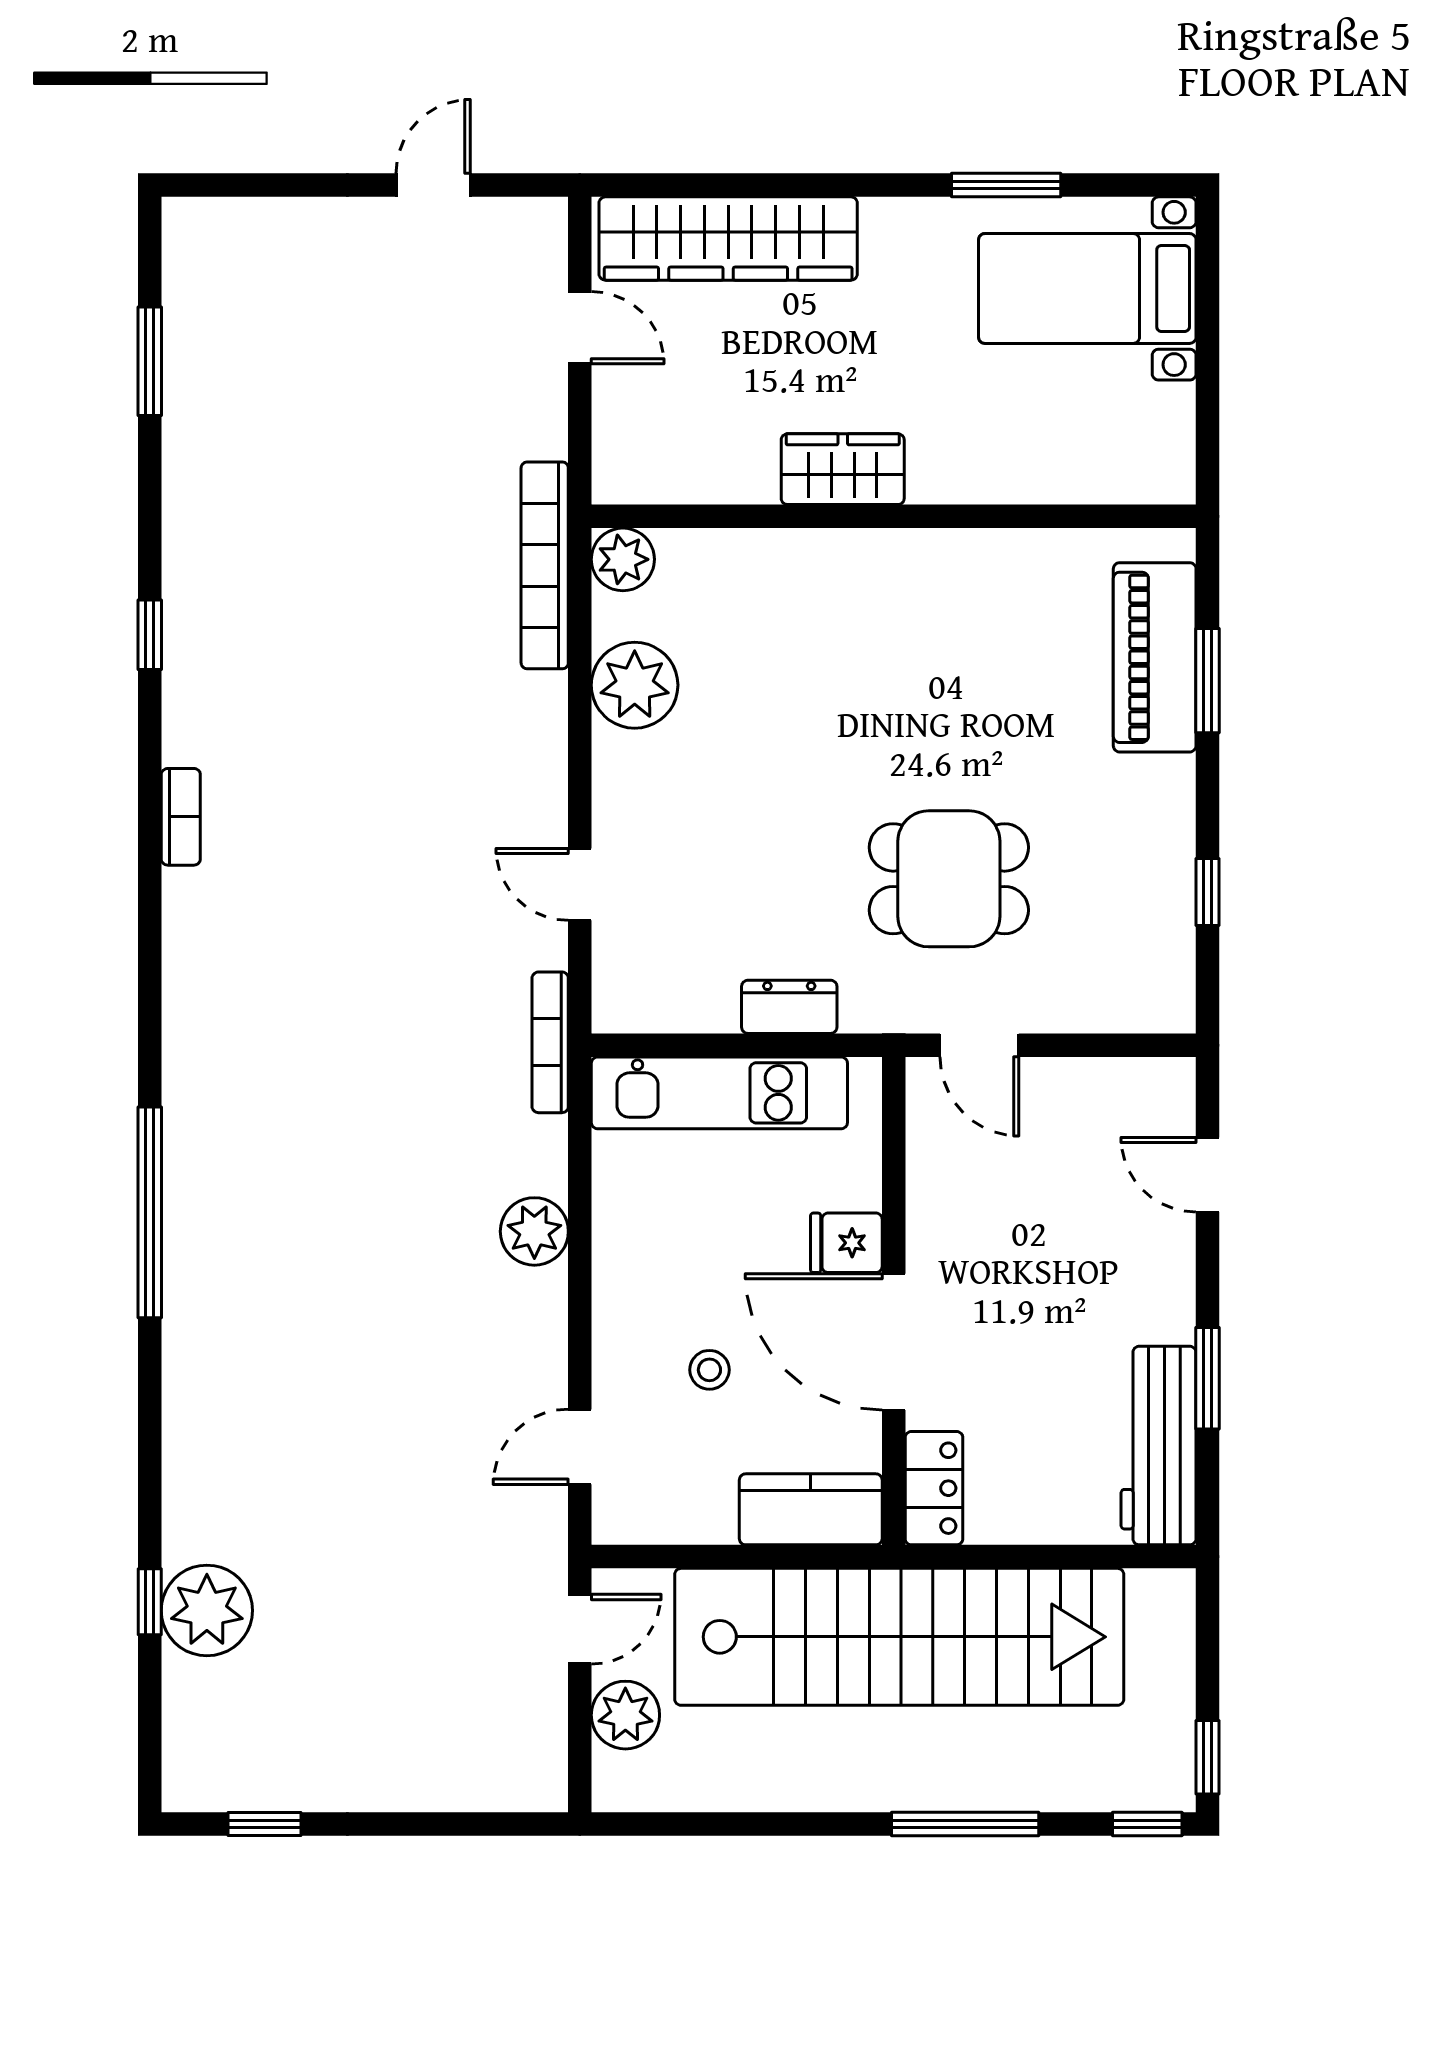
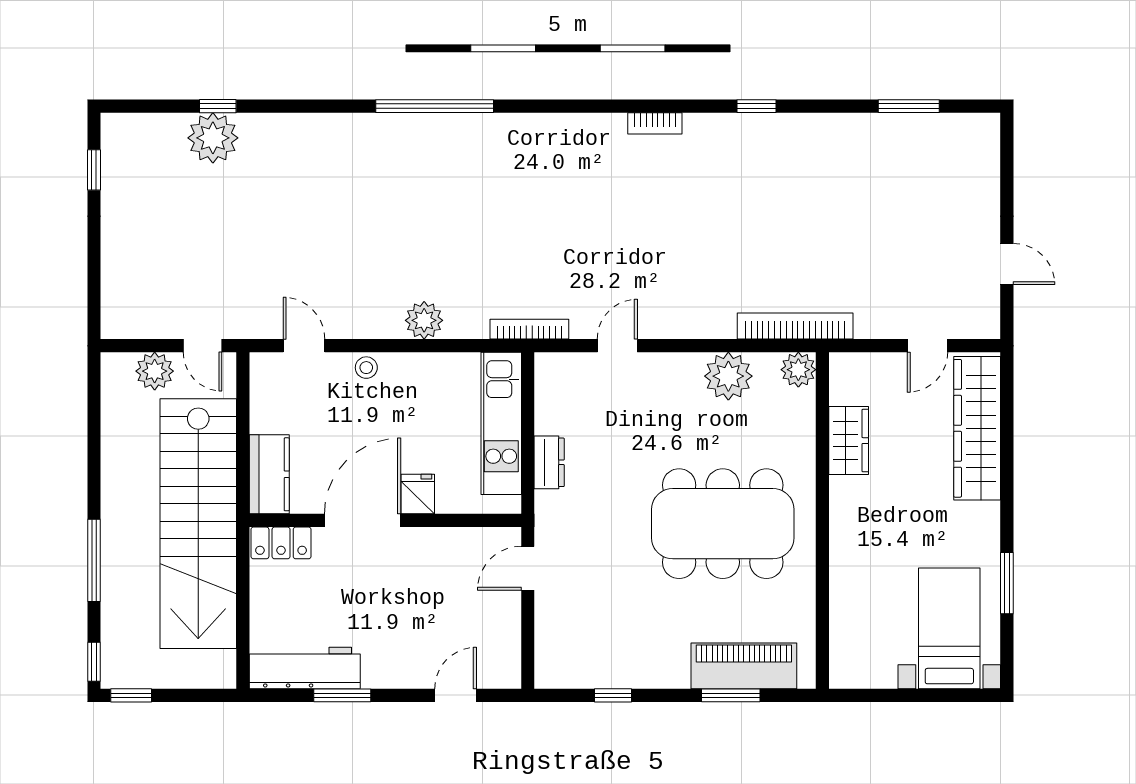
wardrobe: (843, 469) -> (849, 441), moved
dining table: (949, 879) -> (723, 524), moved, width x1.88, depth x1.24
stool: (709, 1370) -> (366, 368), moved

